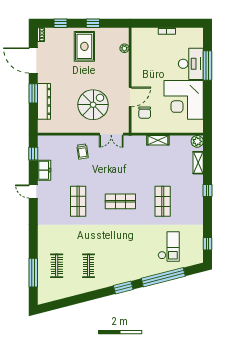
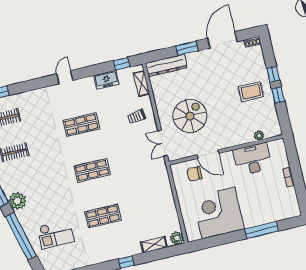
window: (60, 23) -> (273, 74), moved
rug: (84, 46) -> (251, 92), width x0.73, depth x0.70
desk: (191, 64) -> (253, 159), moved, turned 180
dresser: (44, 101) -> (166, 65), moved
spiral stairs: (93, 105) -> (190, 116), turned -90
shelving: (158, 140) -> (141, 84), moved
door: (33, 192) -> (65, 77), moved
shop shelf: (120, 201) -> (92, 170), turned 90
plant: (132, 273) -> (18, 201), added

